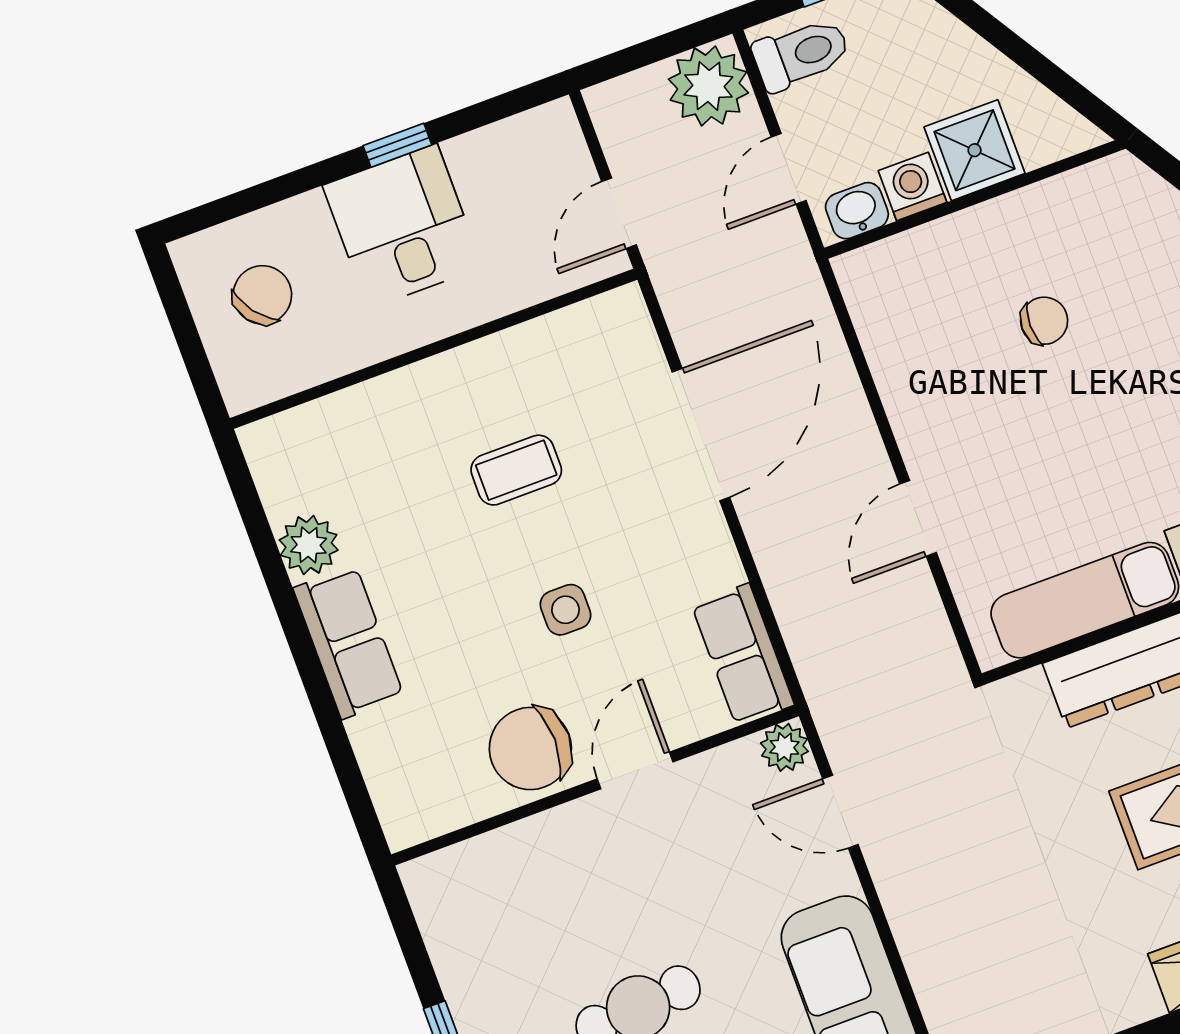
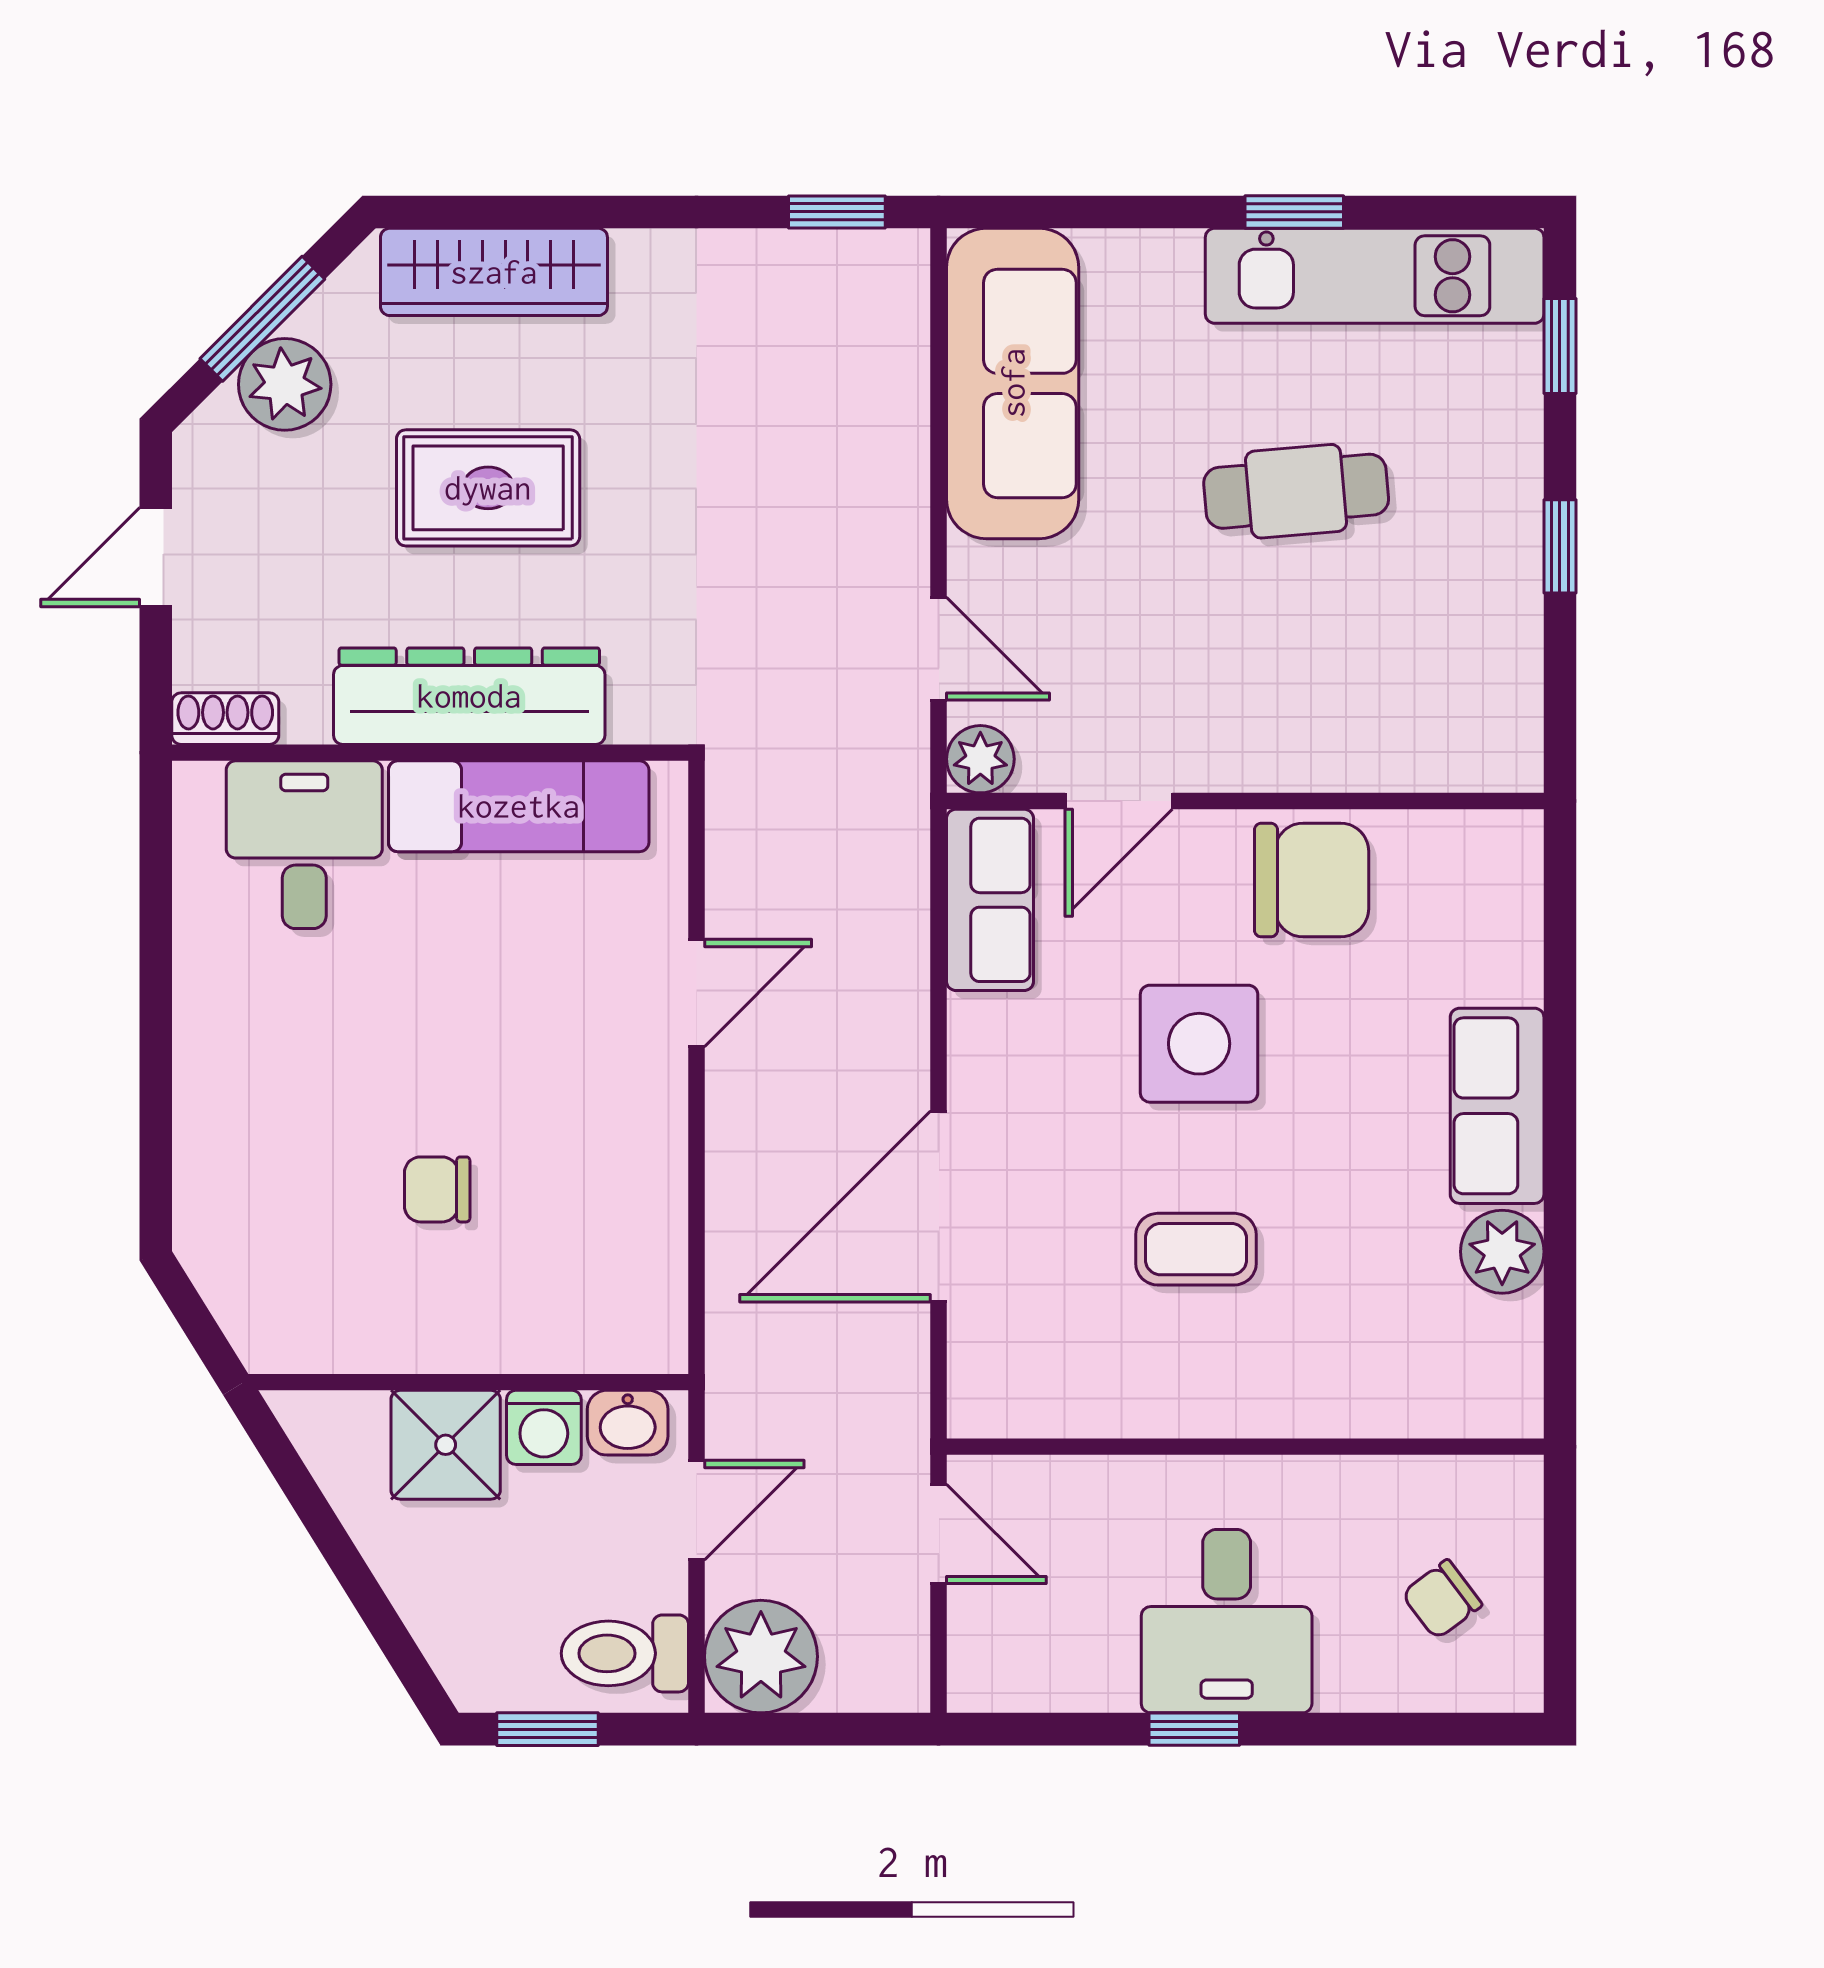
door: (619, 213) -> (939, 1534), hinge flipped
chair: (262, 295) -> (1442, 1599), width x0.73, depth x0.73
side table: (566, 610) -> (1199, 1044), width x1.87, depth x1.87
door: (635, 770) -> (1119, 801), moved

